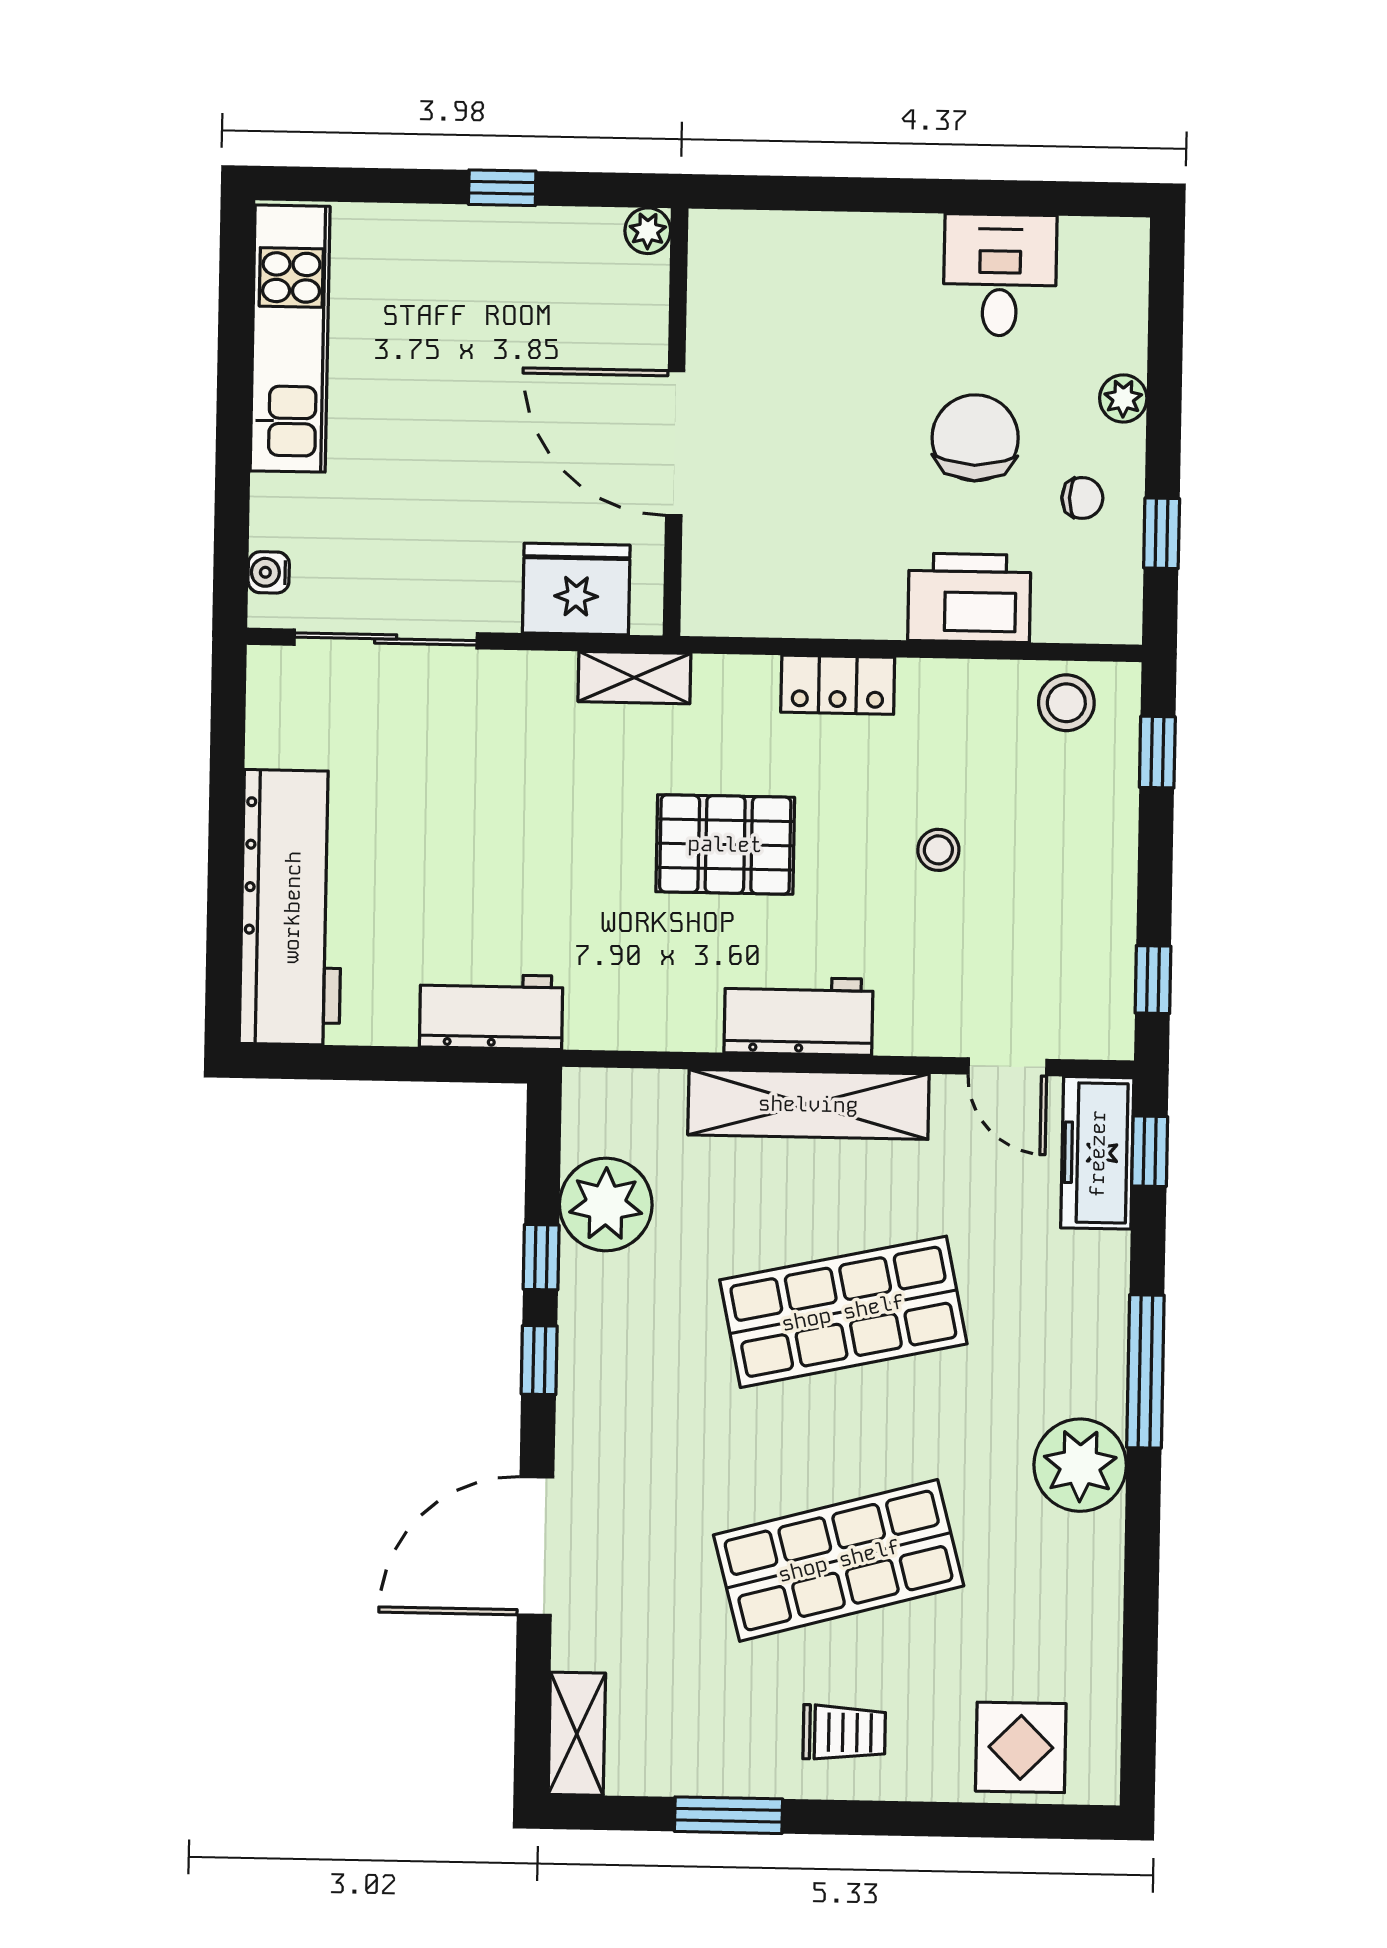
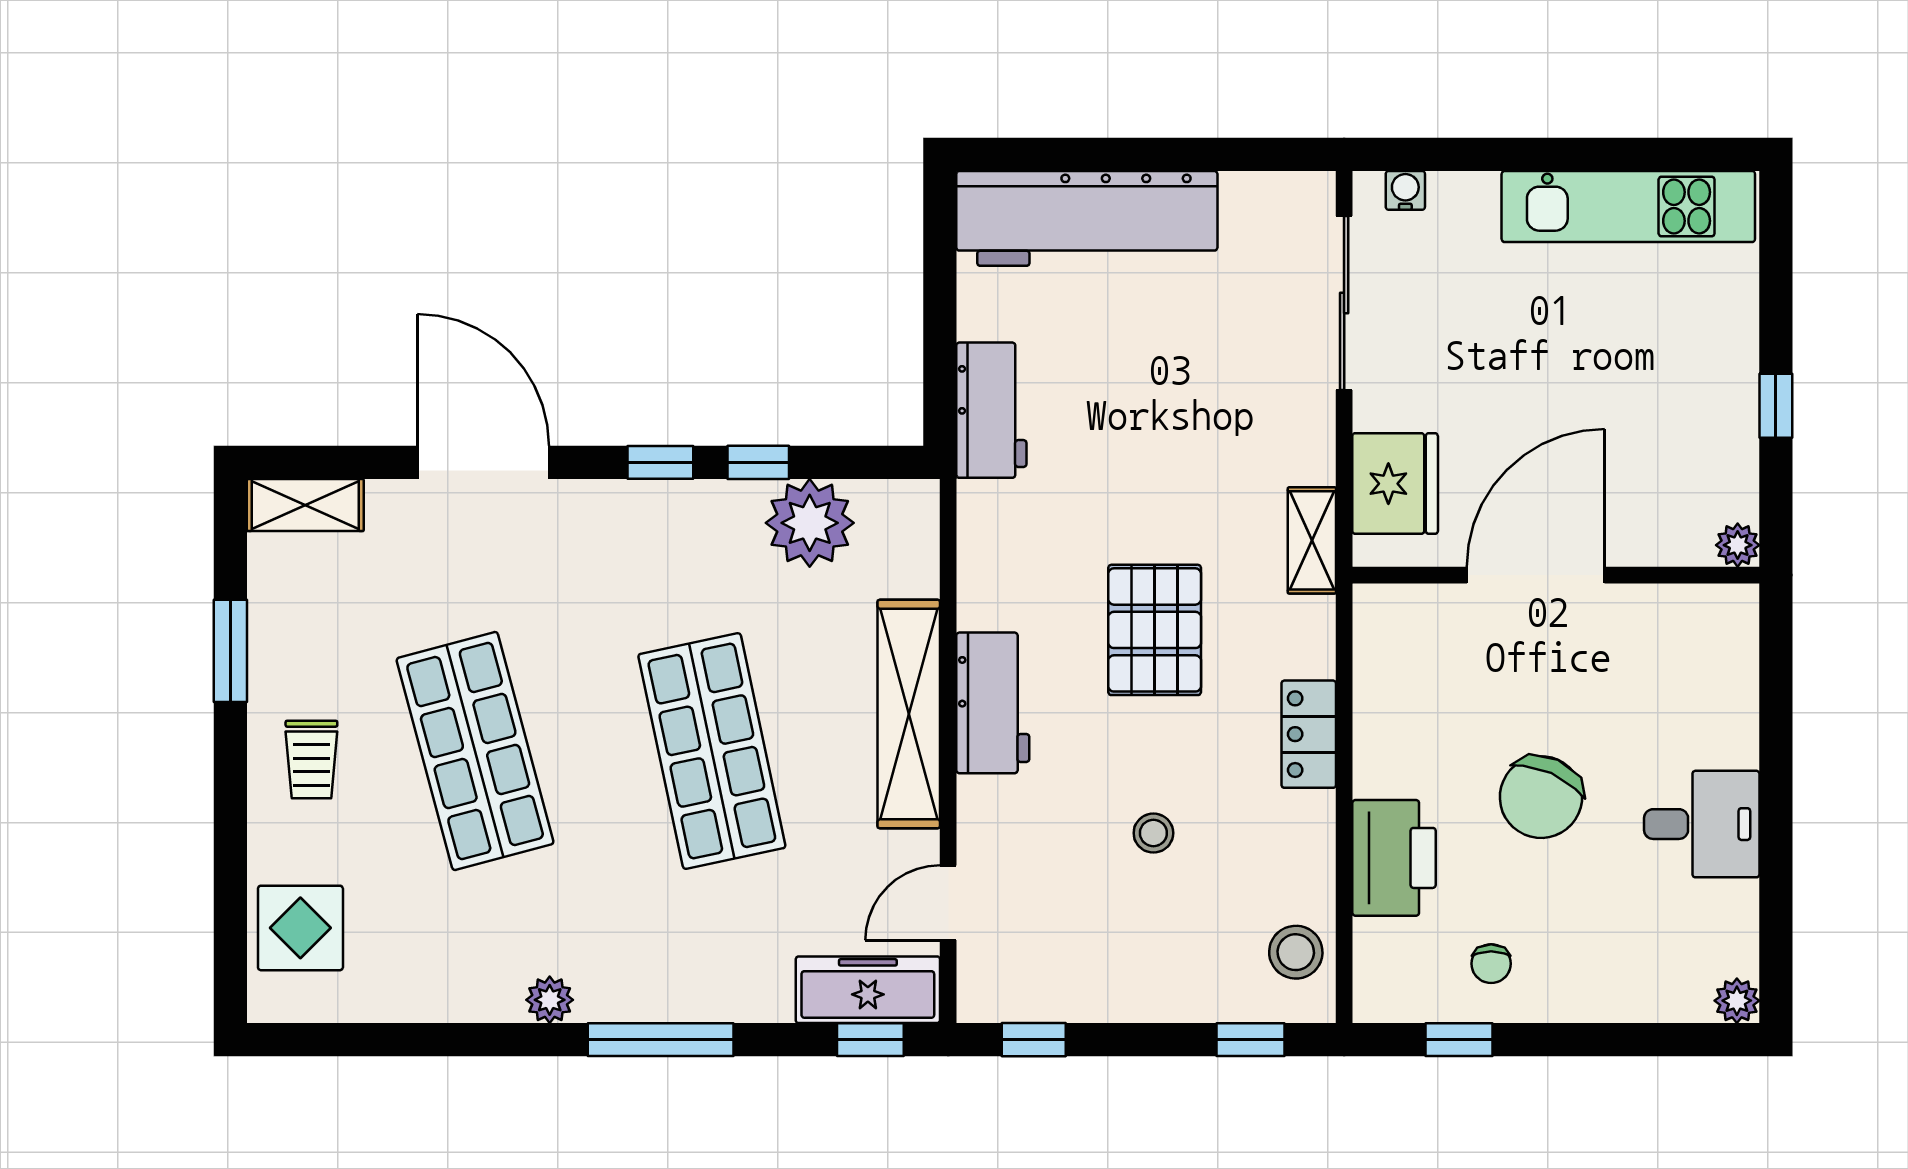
desk: (1000, 275) -> (1702, 824), moved
plant: (1123, 398) -> (1737, 1001), moved
chair: (975, 438) -> (1541, 797), moved, turned 114
plant: (1080, 1465) -> (550, 1000), width x0.53, depth x0.53

